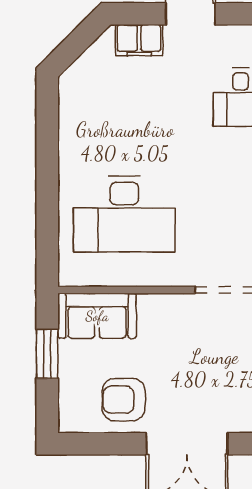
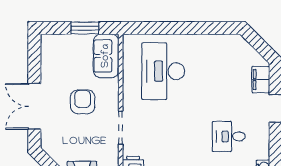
armchair: (124, 400) -> (83, 102), moved

